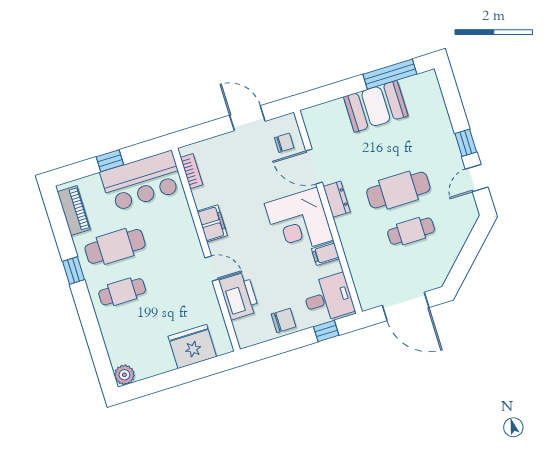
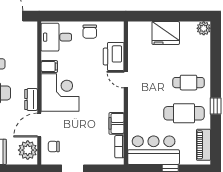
plant: (319, 126) -> (28, 150), added
door: (314, 167) -> (39, 125), swing flipped
filing cabinet: (212, 223) -> (117, 123), moved
chair: (284, 320) -> (90, 32), turned -90
window: (326, 331) -> (64, 16), removed
fridge: (192, 346) -> (166, 33), moved

